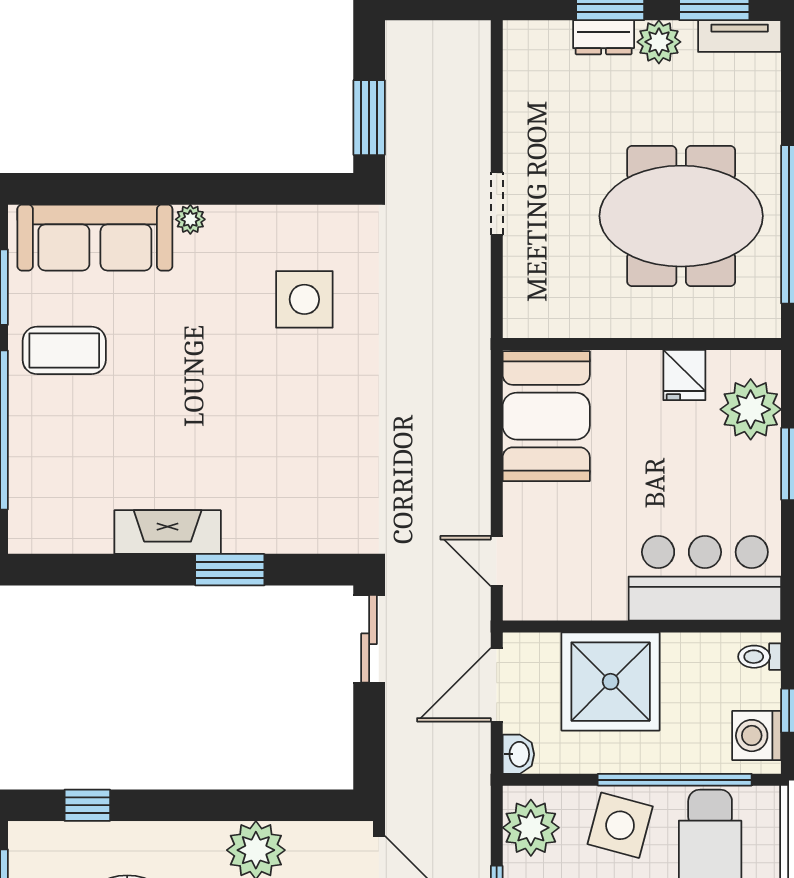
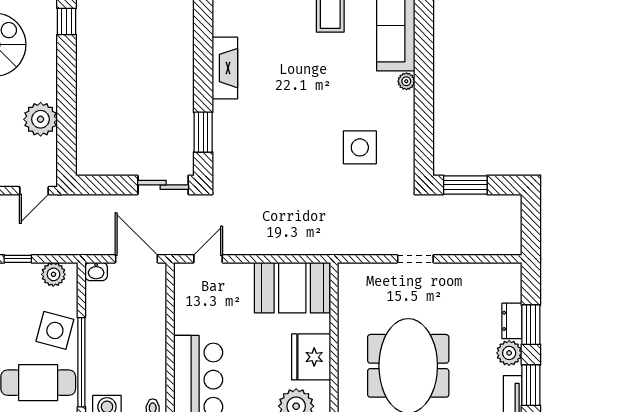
fridge: (684, 375) -> (311, 357), width x1.88, depth x1.34
window: (230, 570) -> (203, 132), moved
shower: (611, 682) -> (138, 325), removed
plant: (531, 828) -> (53, 274), width x0.73, depth x0.73

